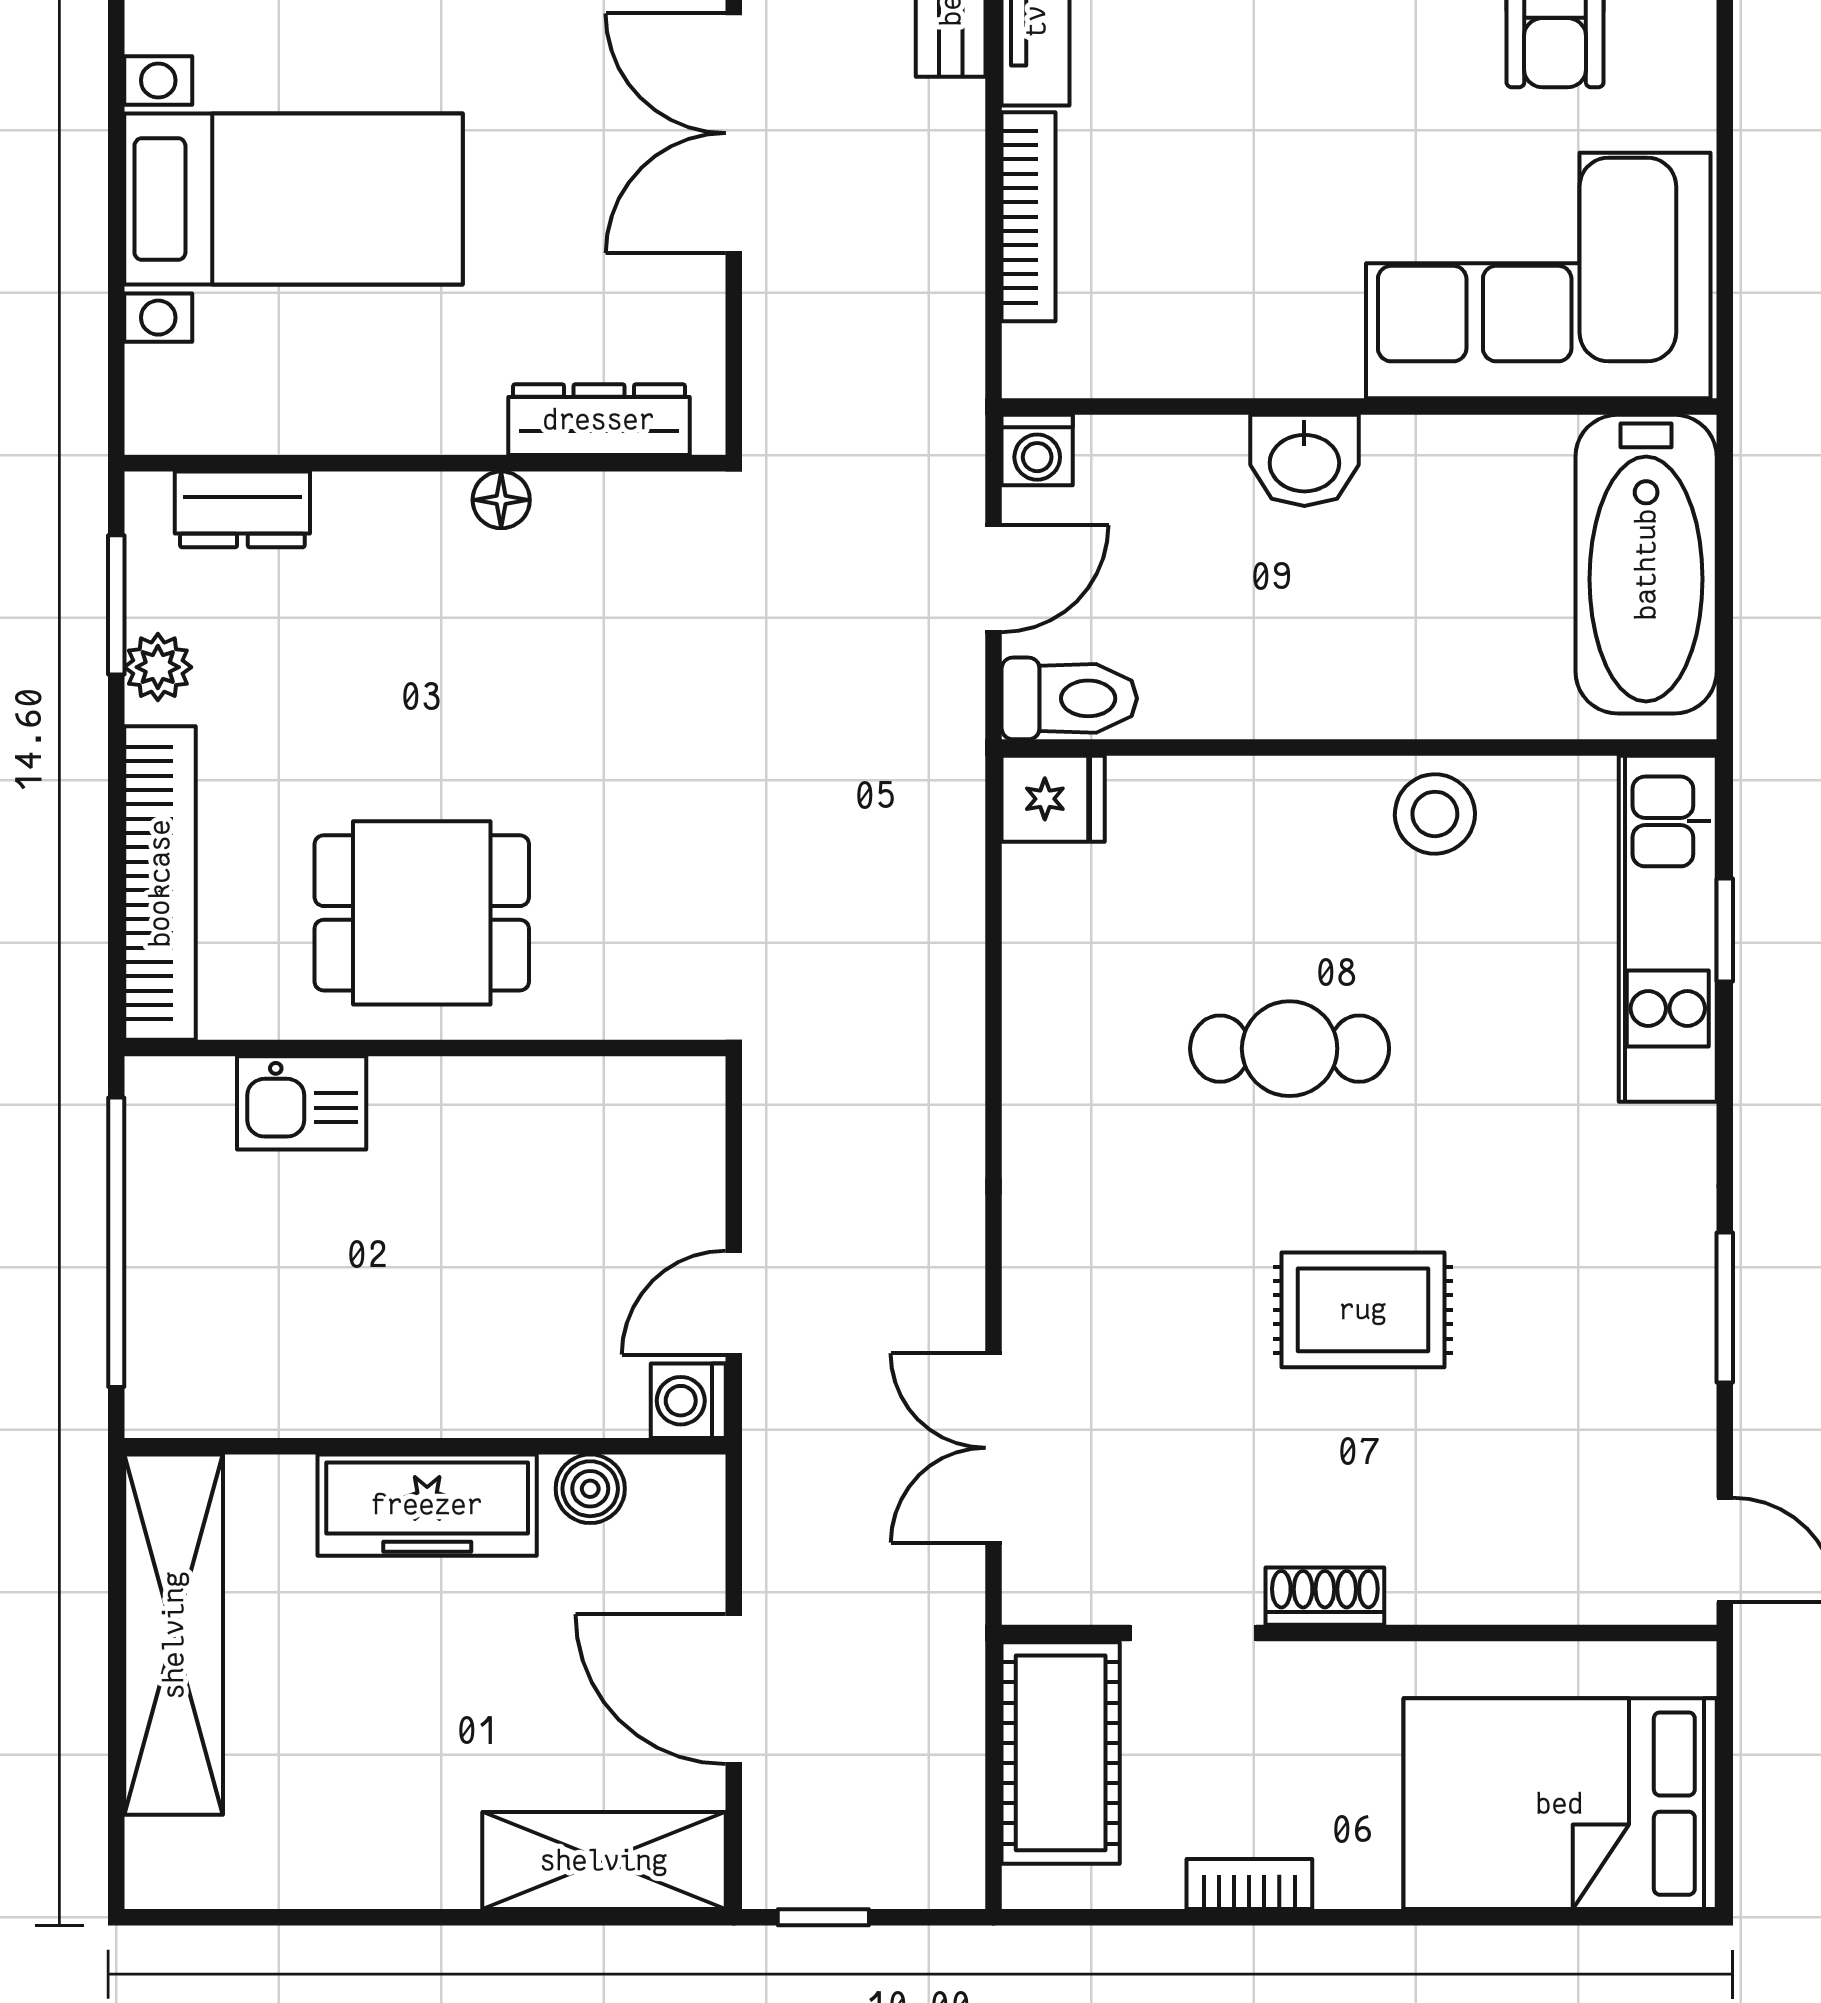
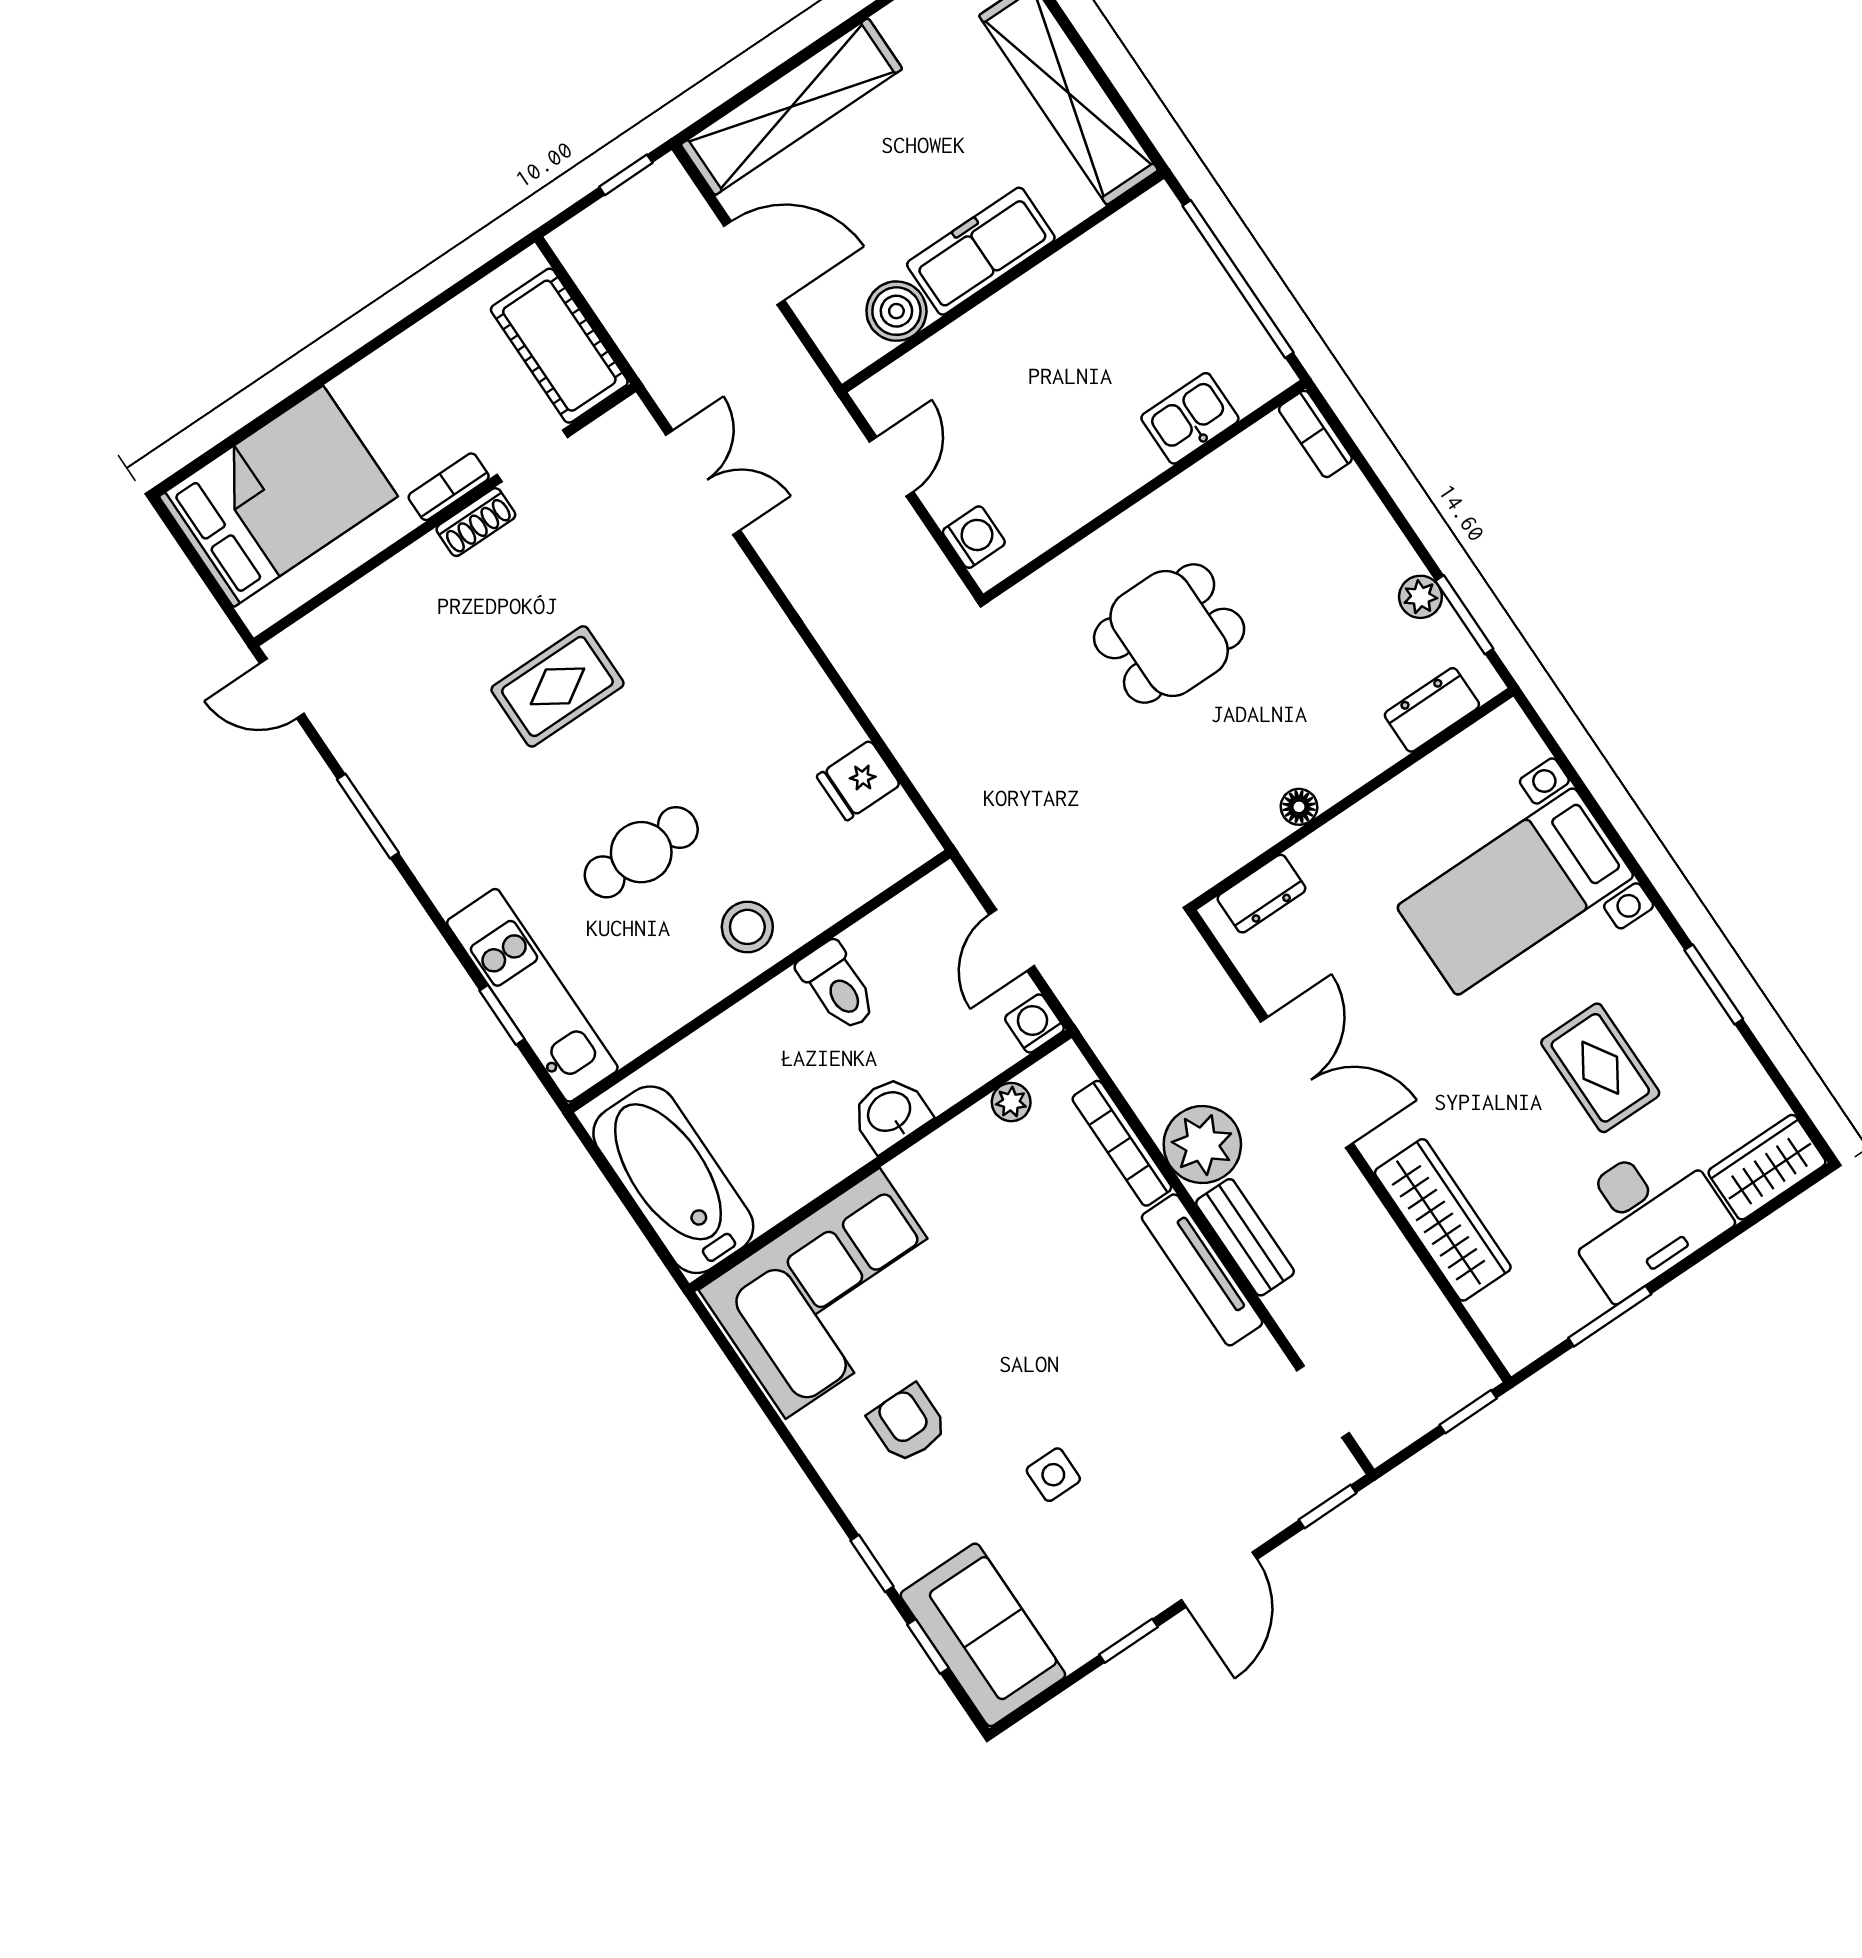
plant: (925, 144) -> (1202, 1145), added
plant: (1137, 368) -> (1011, 1102), added
dresser: (599, 420) -> (1261, 894), width x0.70
toilet: (1069, 698) -> (838, 986), moved, turned -90
fridge: (1053, 799) -> (858, 780), moved
stool: (1435, 814) -> (747, 927), moved
bookcase: (160, 883) -> (1315, 434), width x0.43, depth x0.76
dining table: (422, 913) -> (1169, 634), moved
cafe table: (1290, 1049) -> (641, 852), moved
washing machine: (688, 1401) -> (974, 537), moved
boiler: (590, 1489) -> (896, 311), width x1.36, depth x1.36
shelving: (604, 1861) -> (792, 107), width x1.47
bookcase: (1249, 1884) -> (449, 487), moved, turned 180

